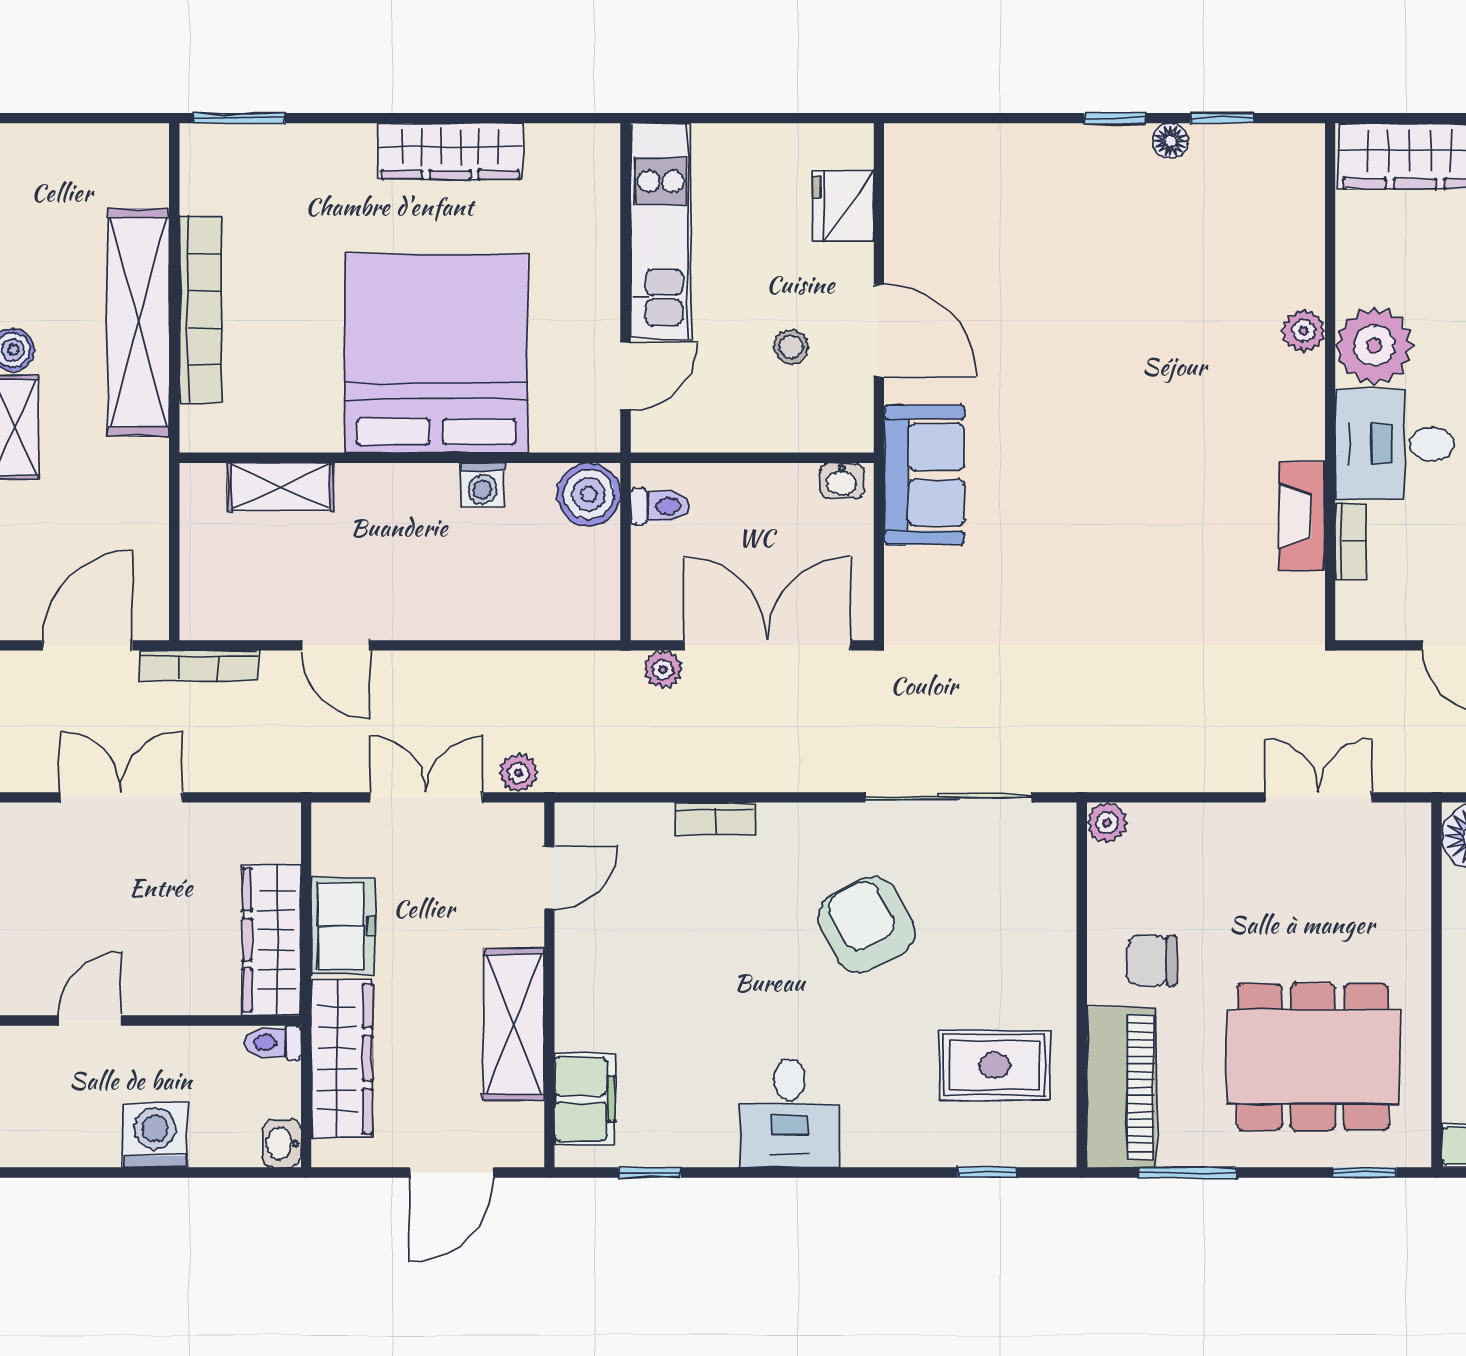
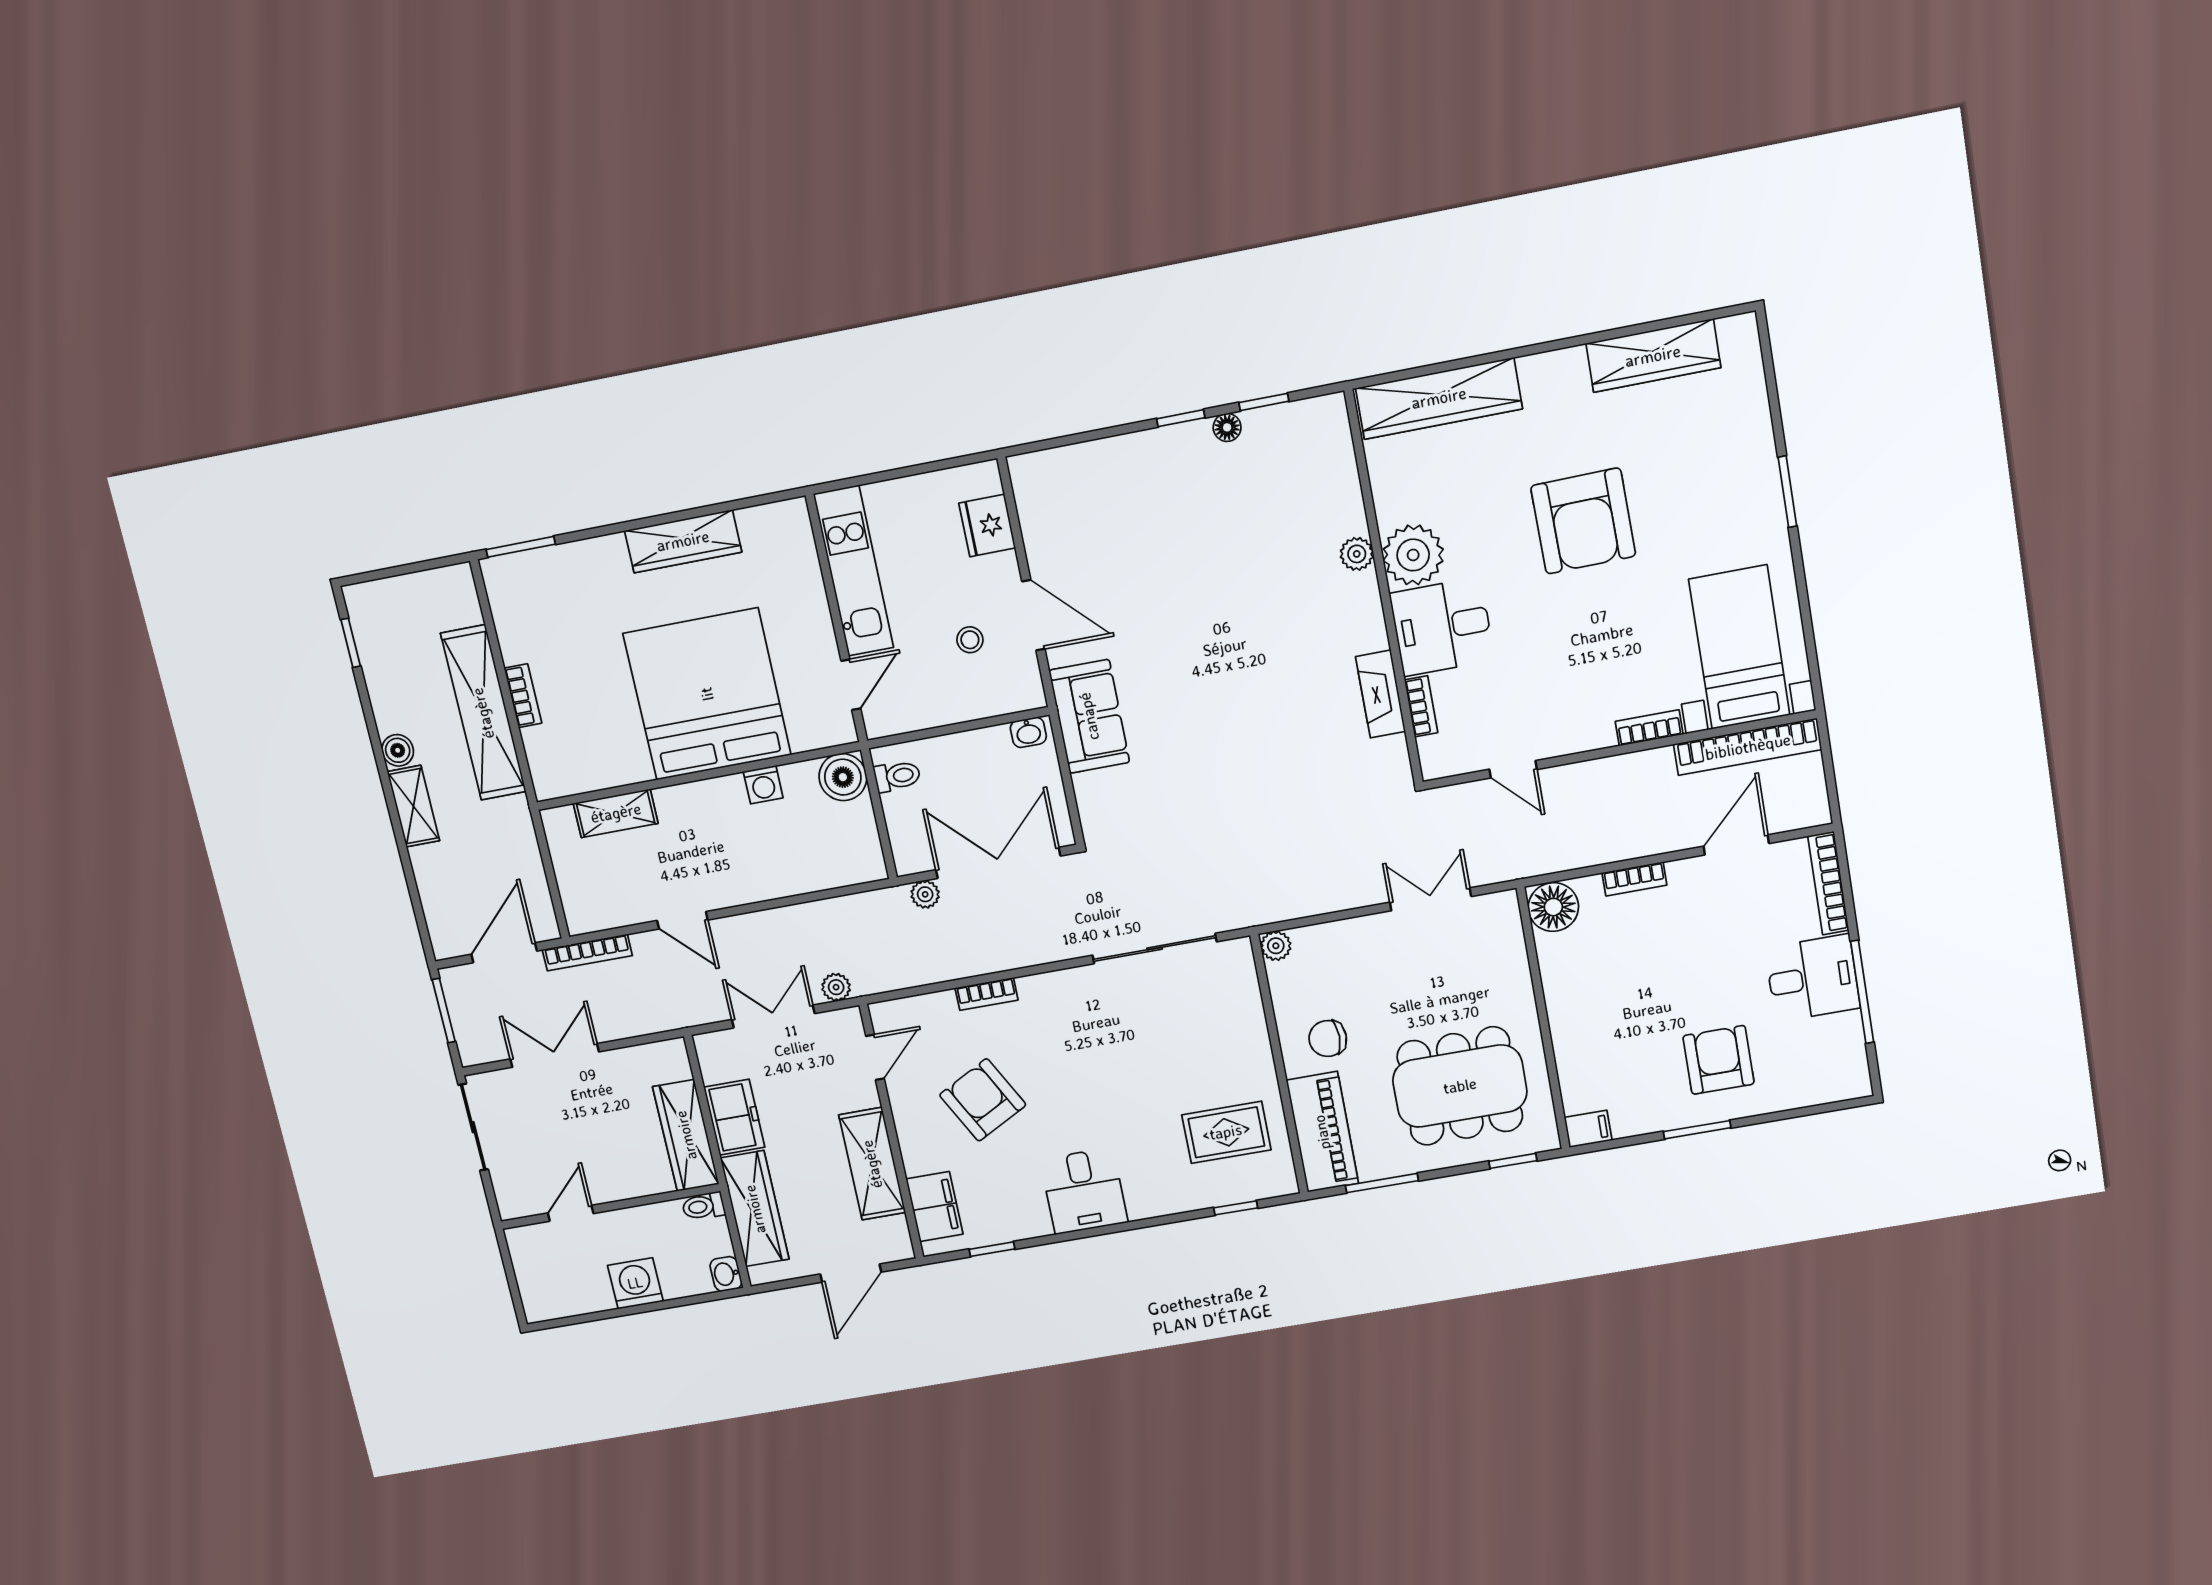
bookcase: (201, 310) -> (523, 696), width x0.43, depth x0.76
armchair: (866, 925) -> (983, 1100), moved

